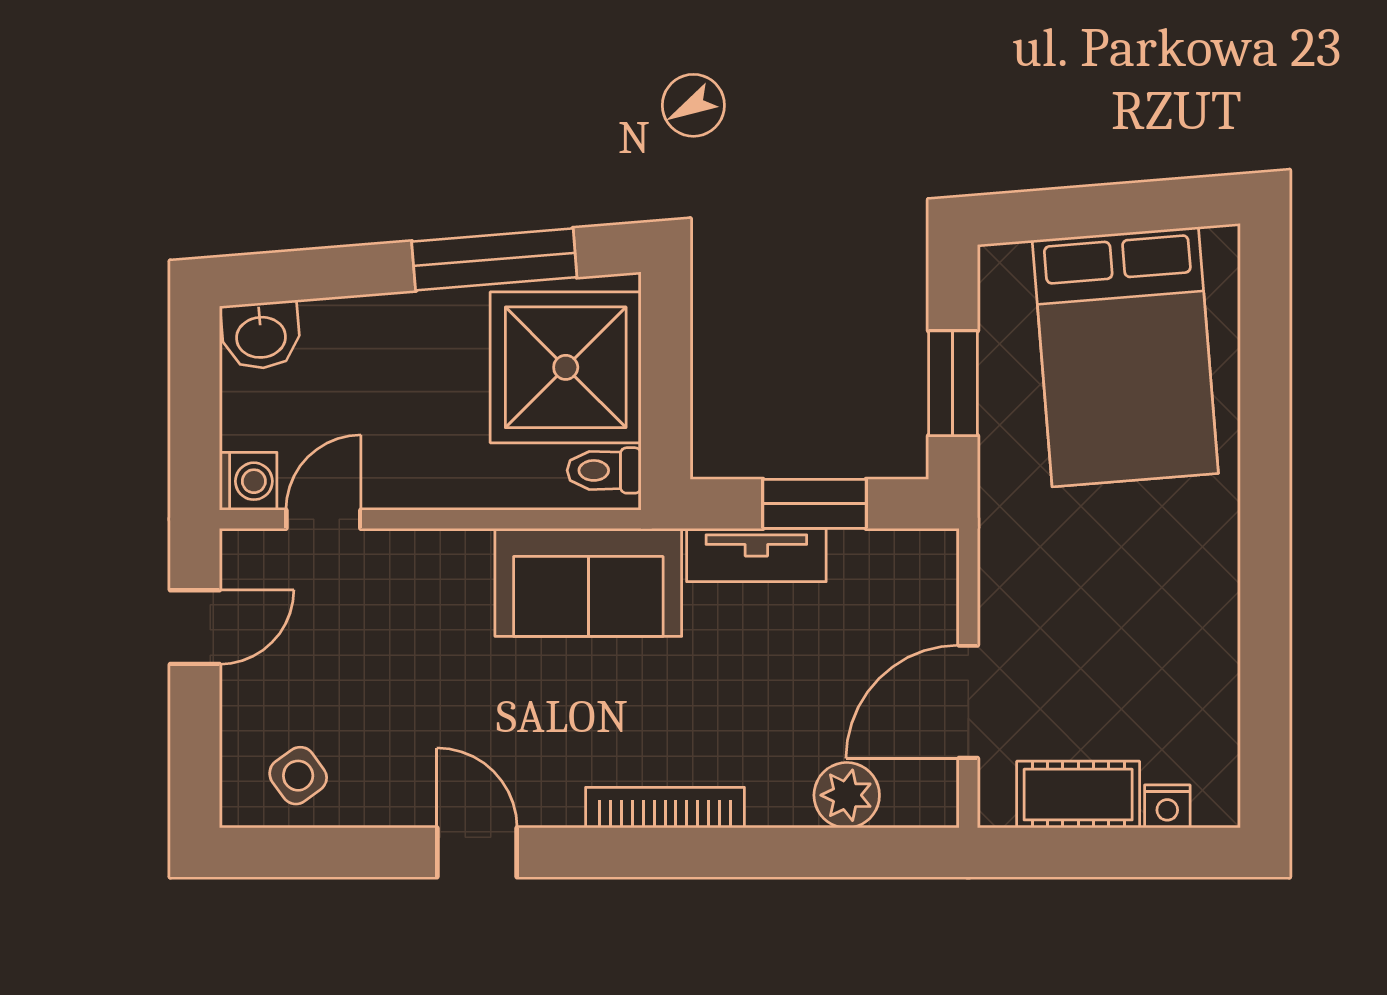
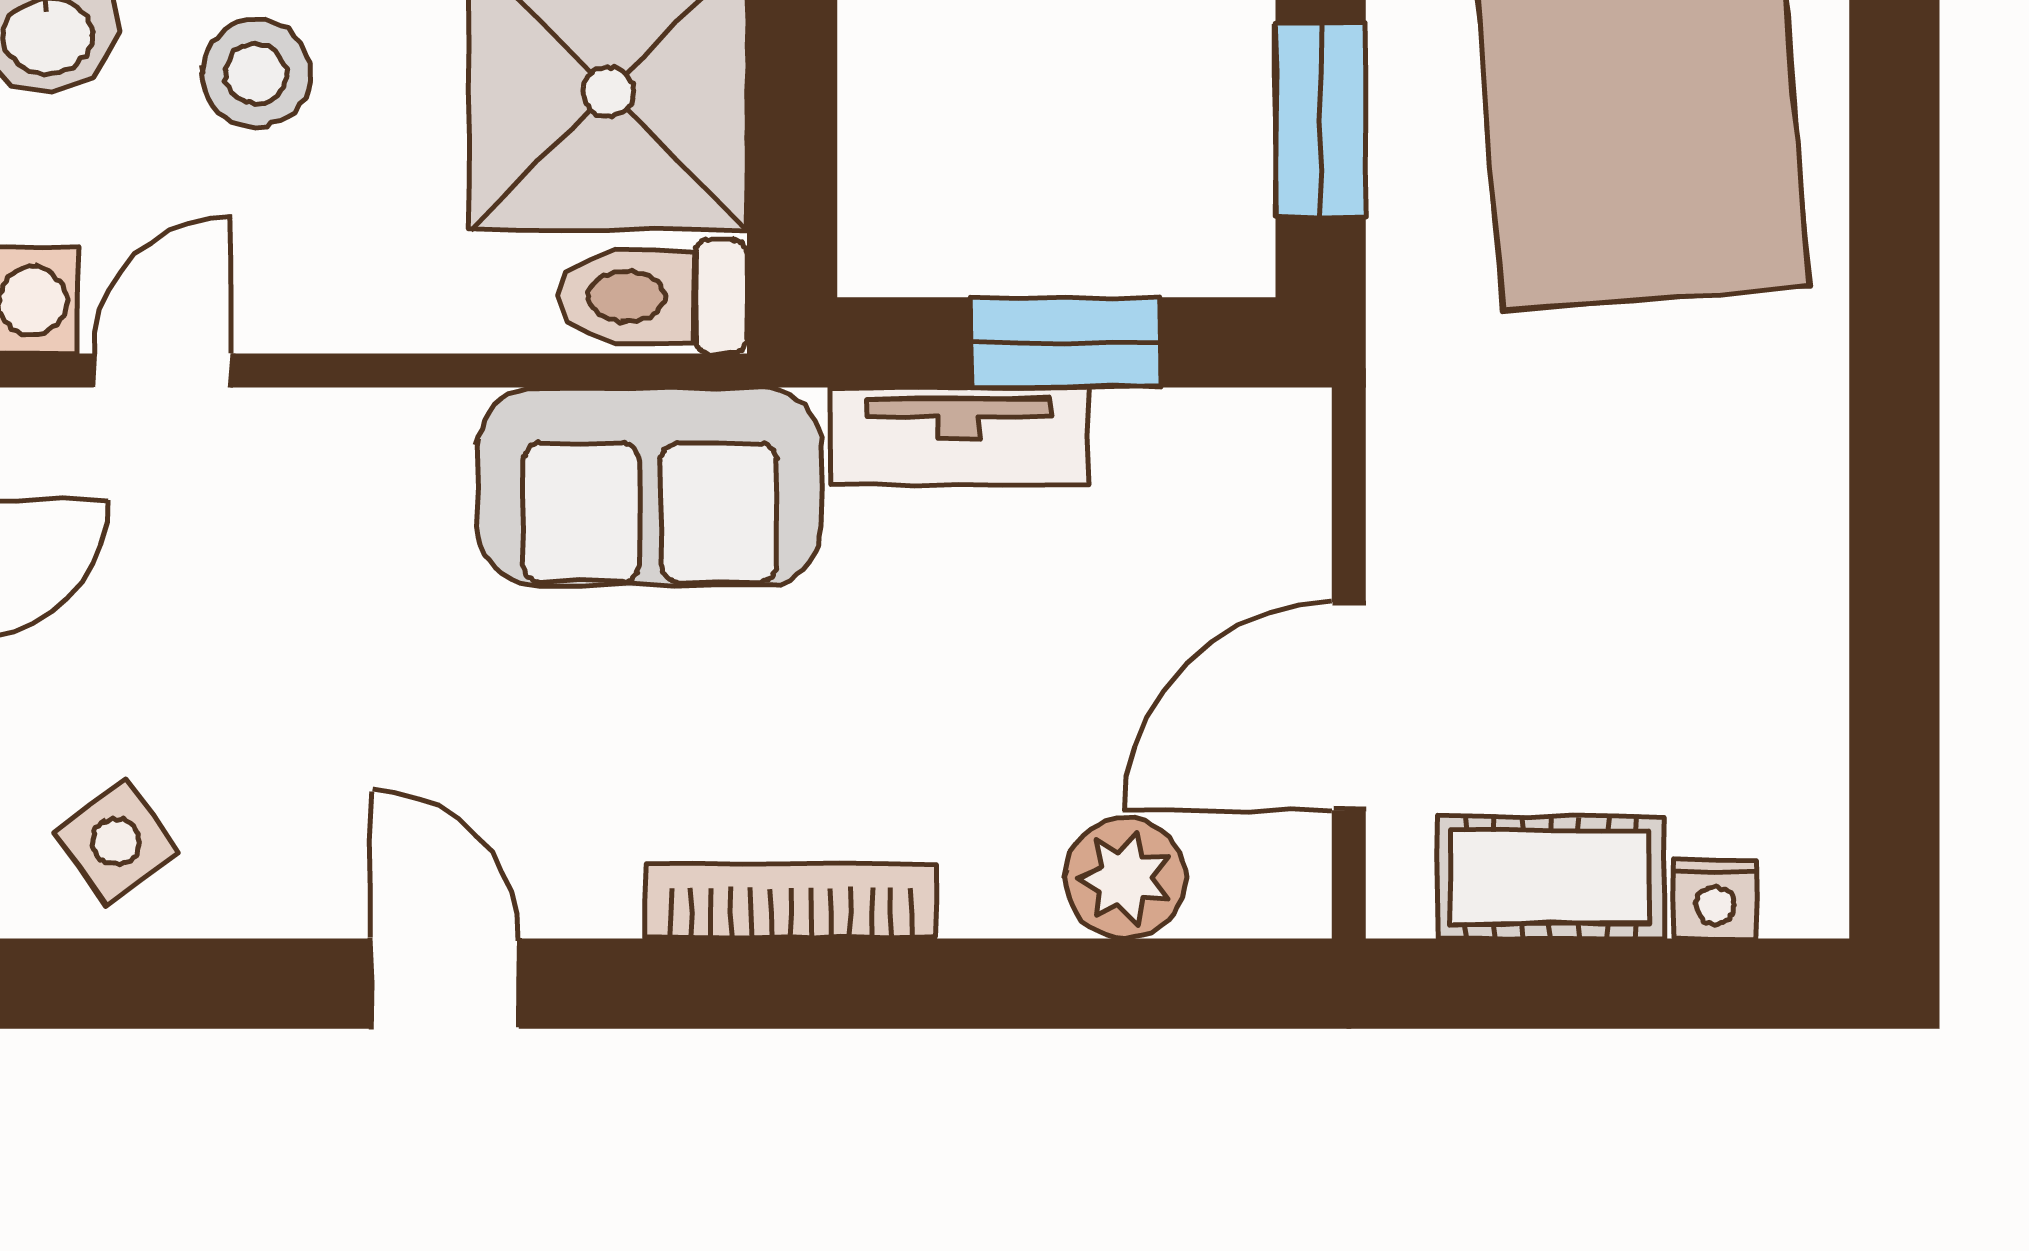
stool: (374, 358) -> (256, 73), added
toilet: (604, 470) -> (653, 296), width x1.37, depth x1.39

